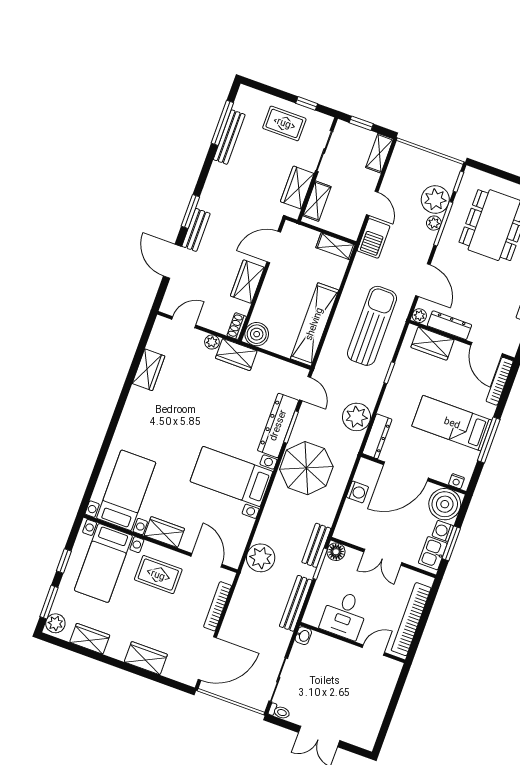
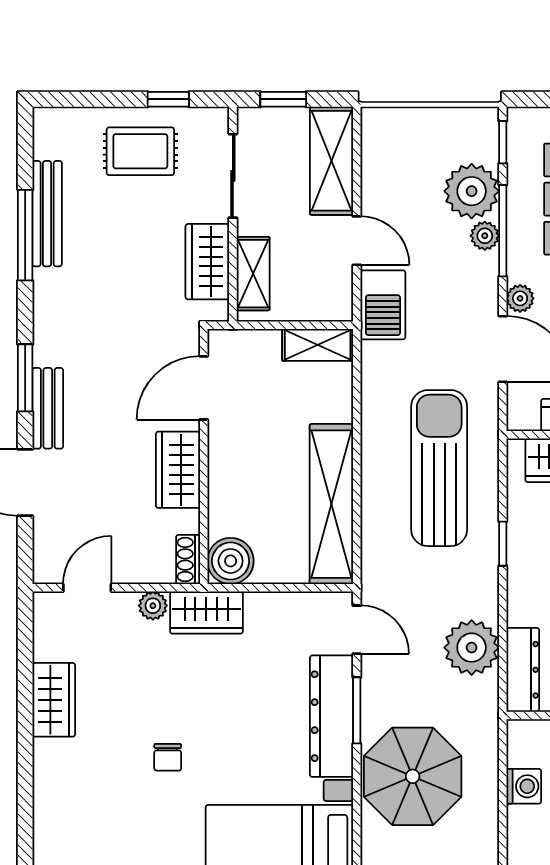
window: (222, 123) -> (25, 235), moved
shelving: (379, 153) -> (332, 161), width x1.50, depth x1.33
plant: (419, 316) -> (520, 298), moved
chair: (193, 417) -> (168, 757), added

